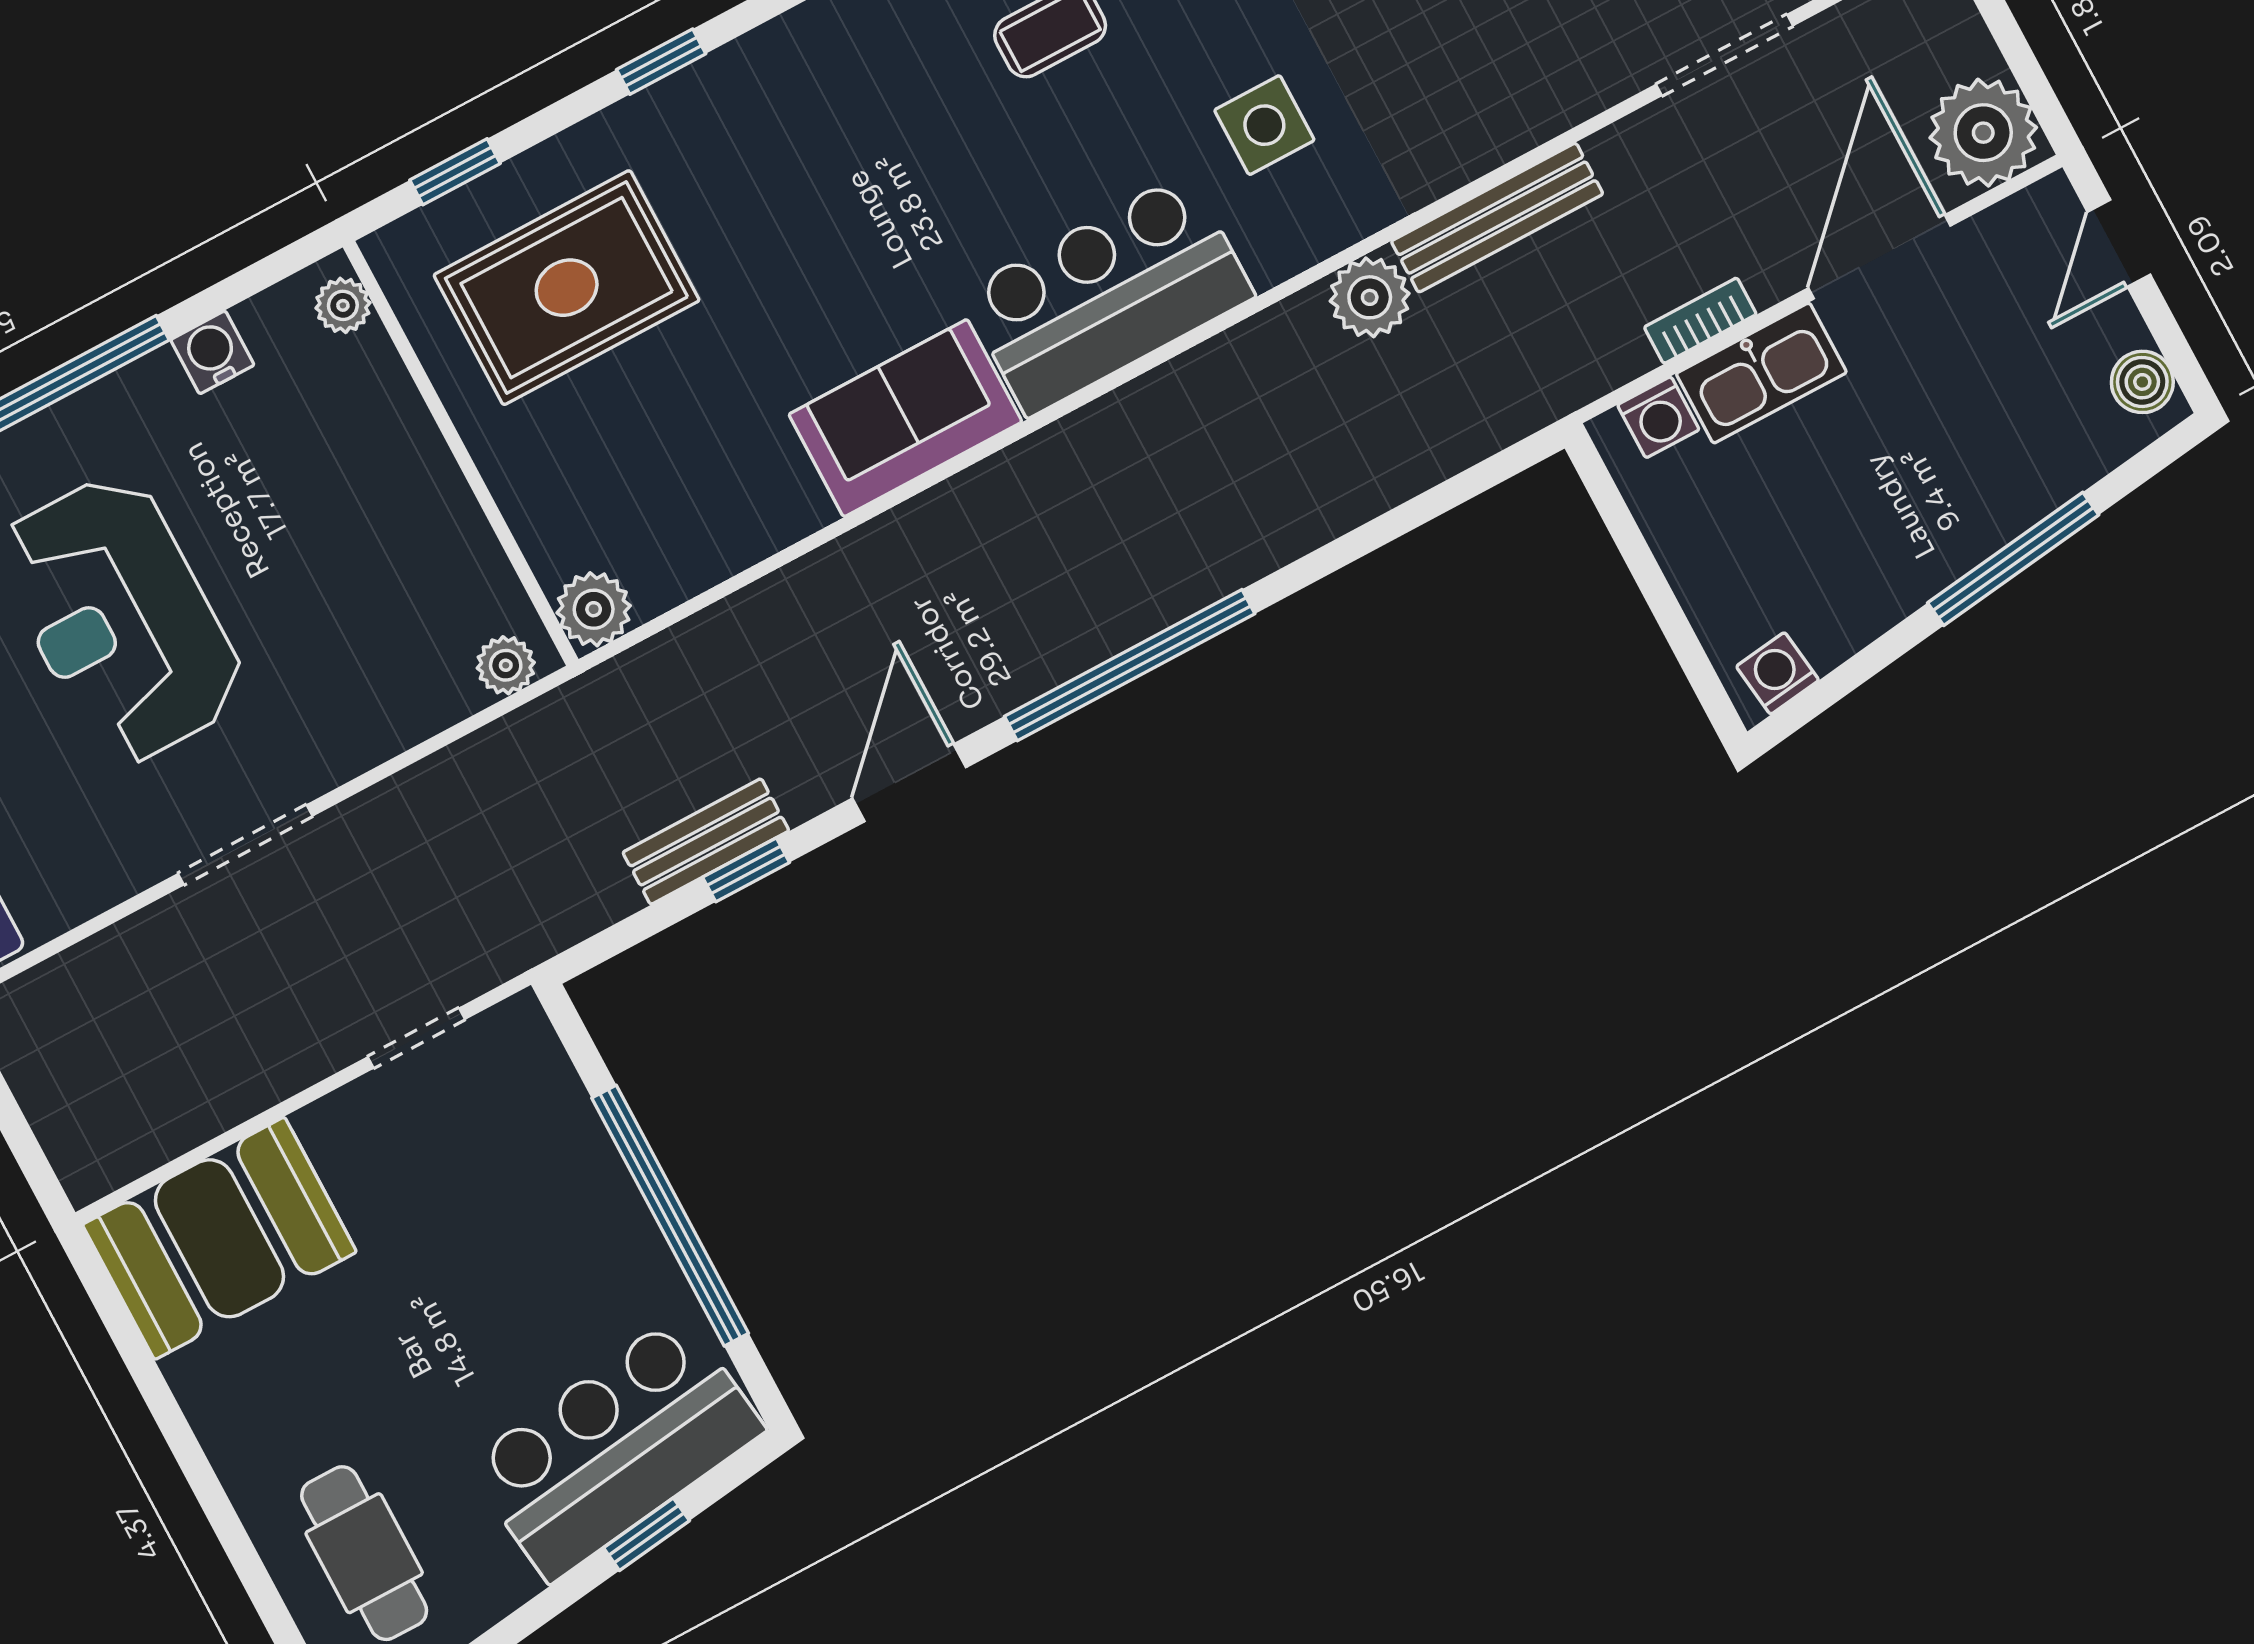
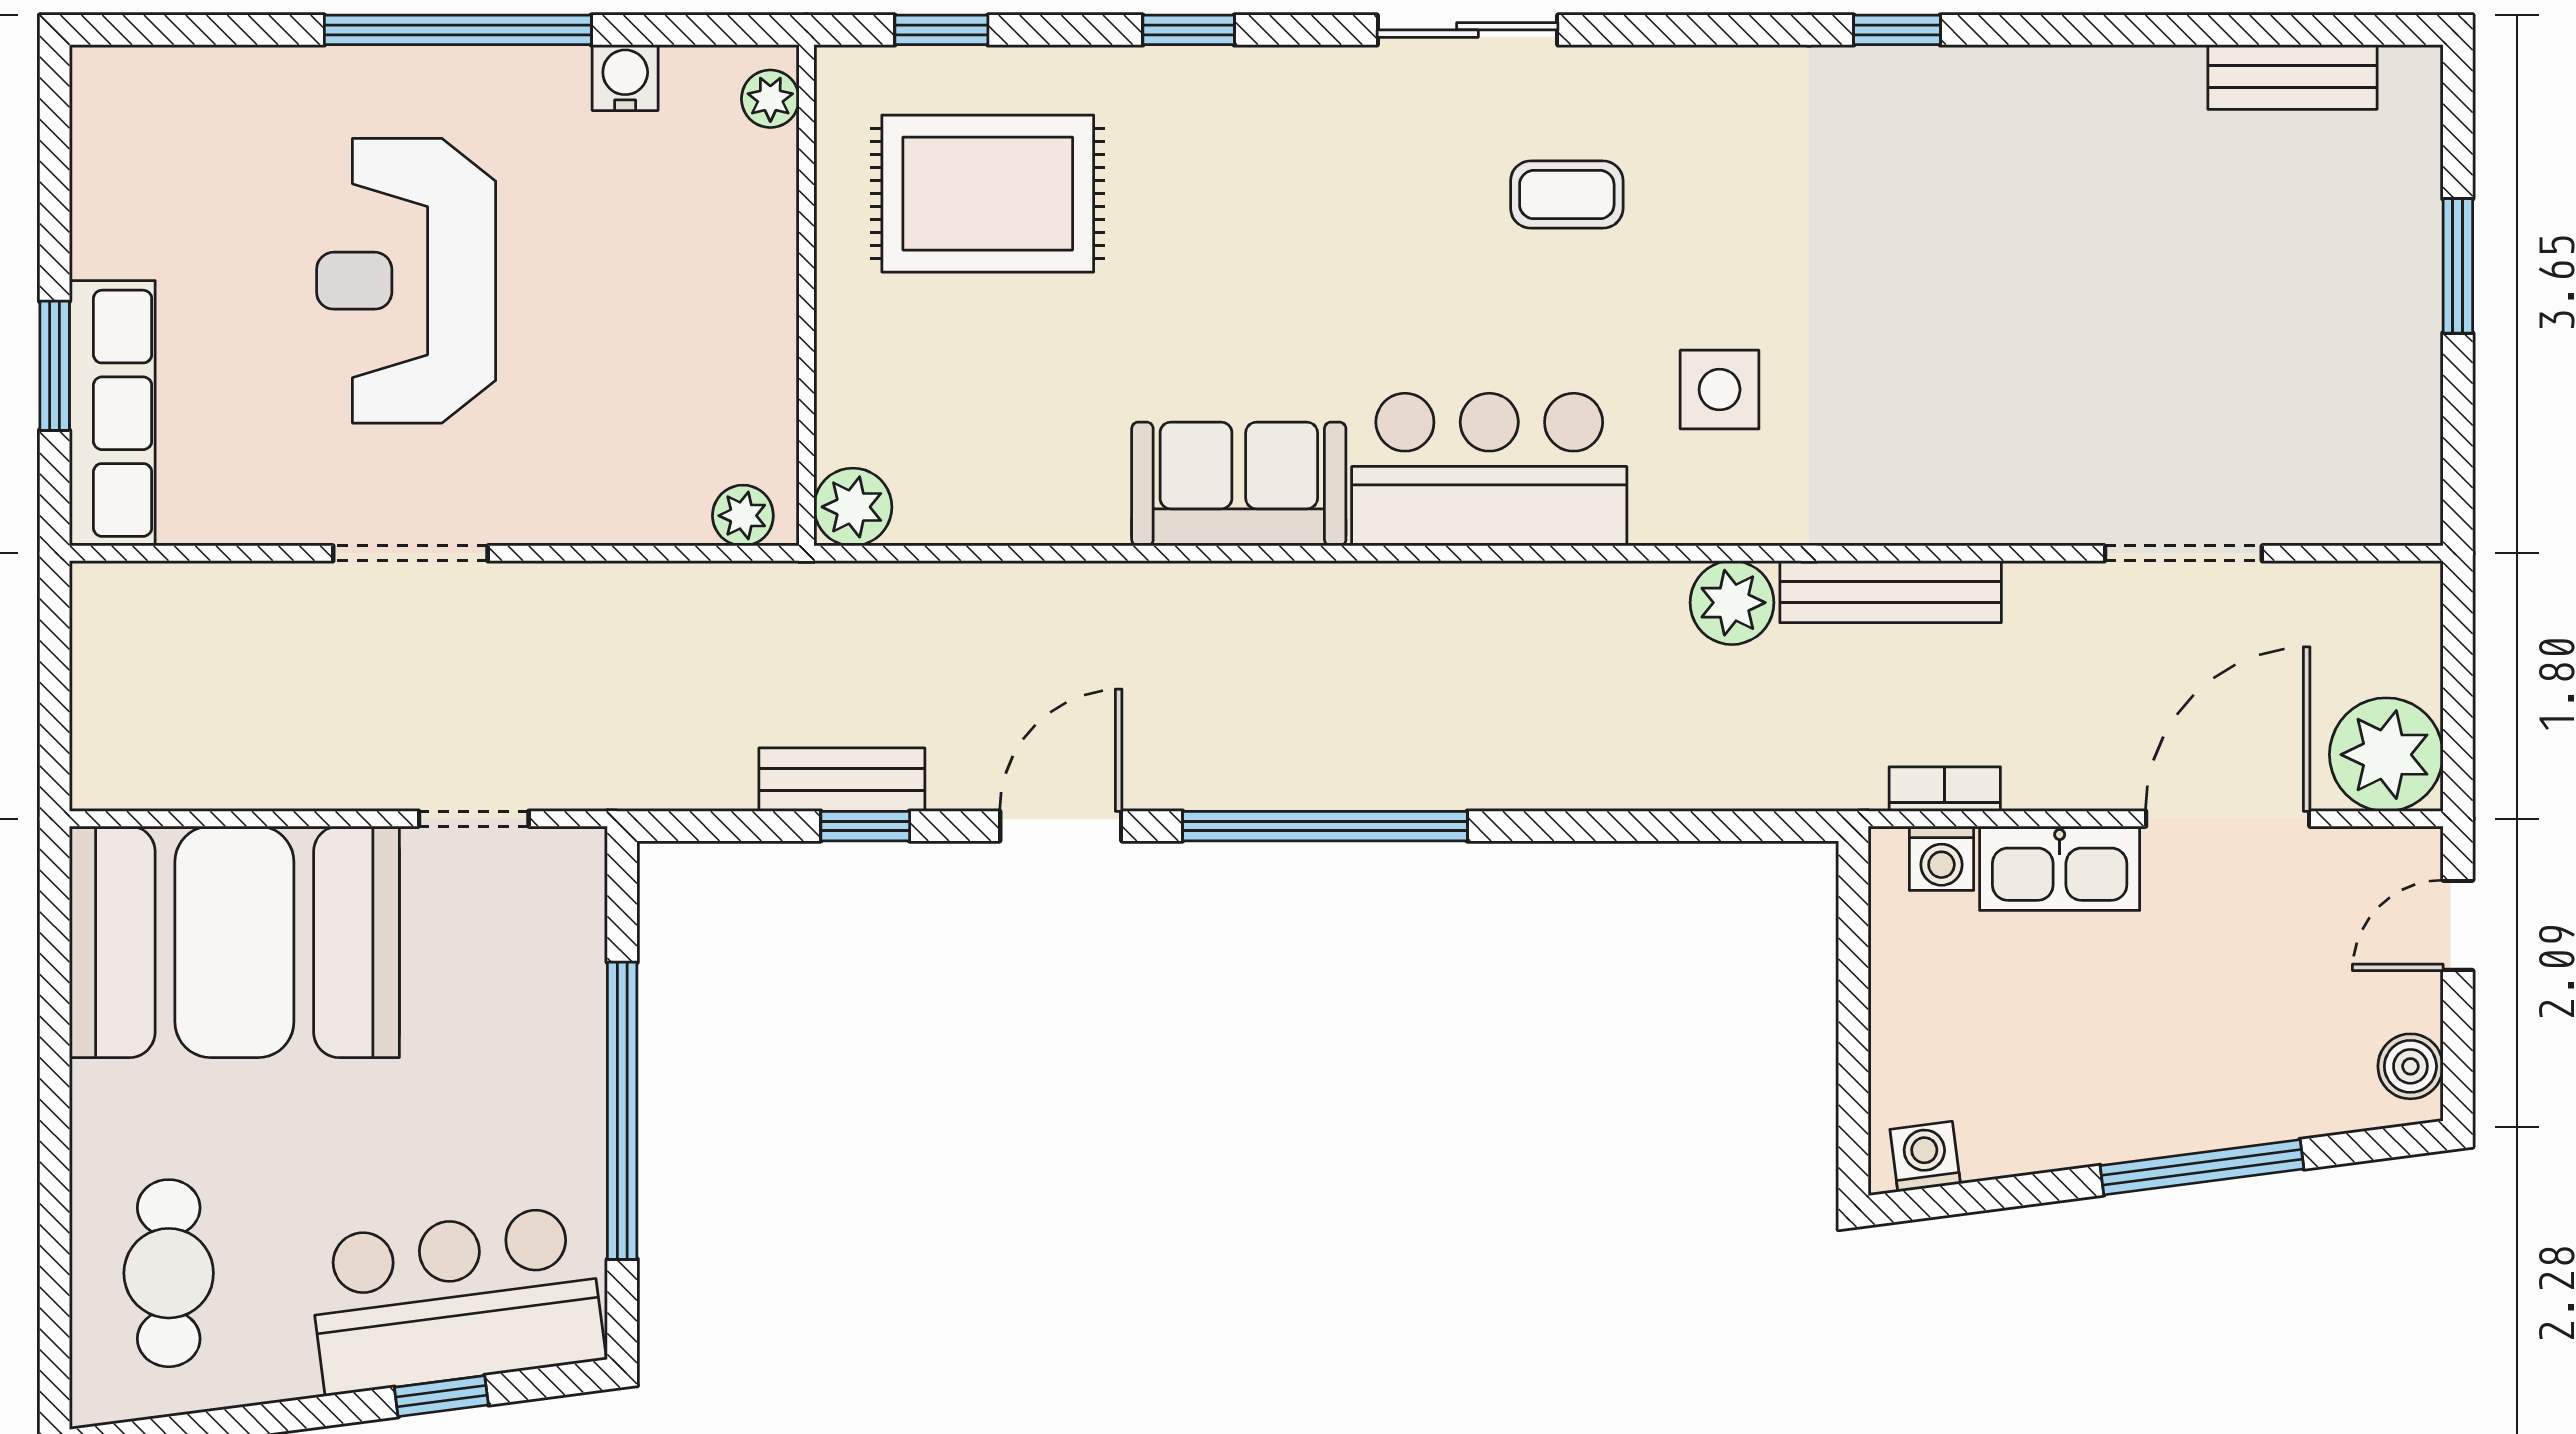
bookcase: (1700, 321) -> (1945, 789), moved
booth: (219, 1238) -> (234, 942), width x1.36, depth x1.42

